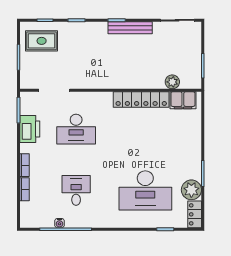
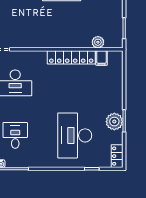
filing cabinet: (183, 100) -> (102, 58), width x0.50
desk: (145, 190) -> (75, 135), turned 90
plant: (191, 190) -> (114, 122), moved

